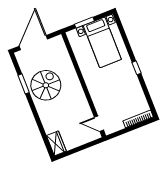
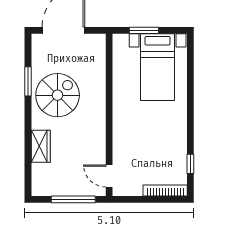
window: (136, 68) -> (190, 164), moved
wardrobe: (56, 143) -> (41, 146), moved
window: (82, 148) -> (73, 199), added

